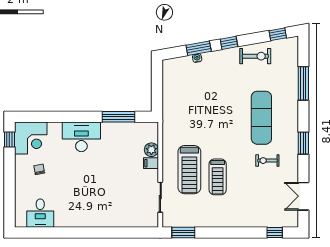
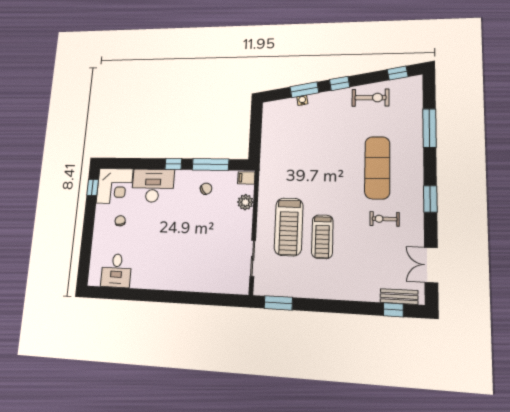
window: (84, 117) -> (173, 164), added
desk: (81, 137) -> (153, 186), moved
chair: (116, 139) -> (206, 189), added
filing cabinet: (151, 163) -> (246, 178), moved
bench: (279, 222) -> (399, 297), added

